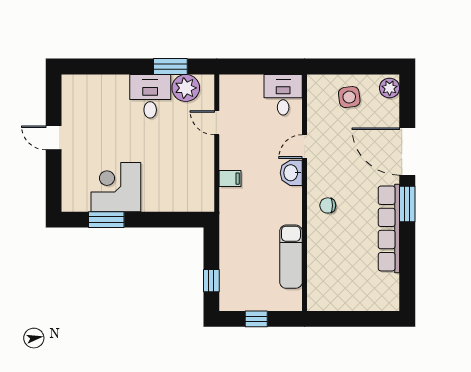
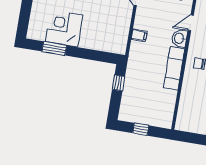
exam couch: (291, 257) -> (174, 68), moved
window: (211, 281) -> (118, 83), moved

